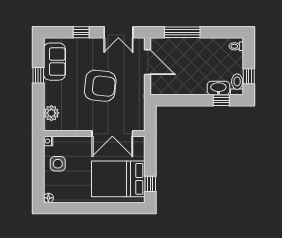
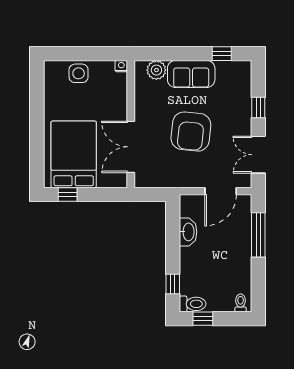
sofa: (54, 62) -> (191, 74), moved
window: (38, 75) -> (222, 54), moved
washbasin: (218, 88) -> (188, 232), moved
side table: (58, 164) -> (79, 73), moved
floor lamp: (48, 198) -> (50, 66), removed

